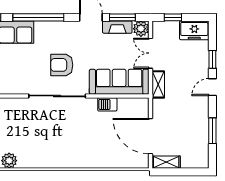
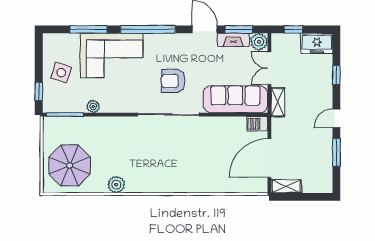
door: (212, 87) -> (336, 118), moved
barbecue: (107, 104) -> (257, 124), moved
door: (150, 136) -> (269, 158), hinge flipped

